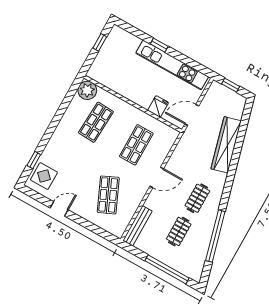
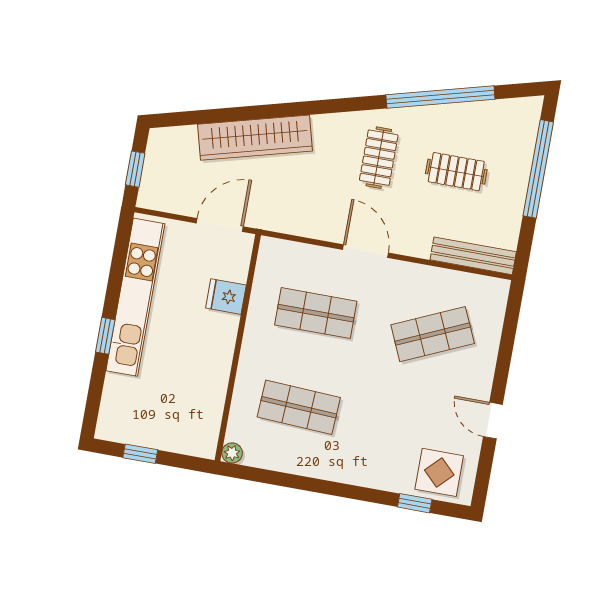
plant: (87, 90) -> (232, 453), width x0.53, depth x0.53
door: (192, 115) -> (220, 225), swing flipped
clothes rail: (197, 198) -> (379, 158), turned 90

